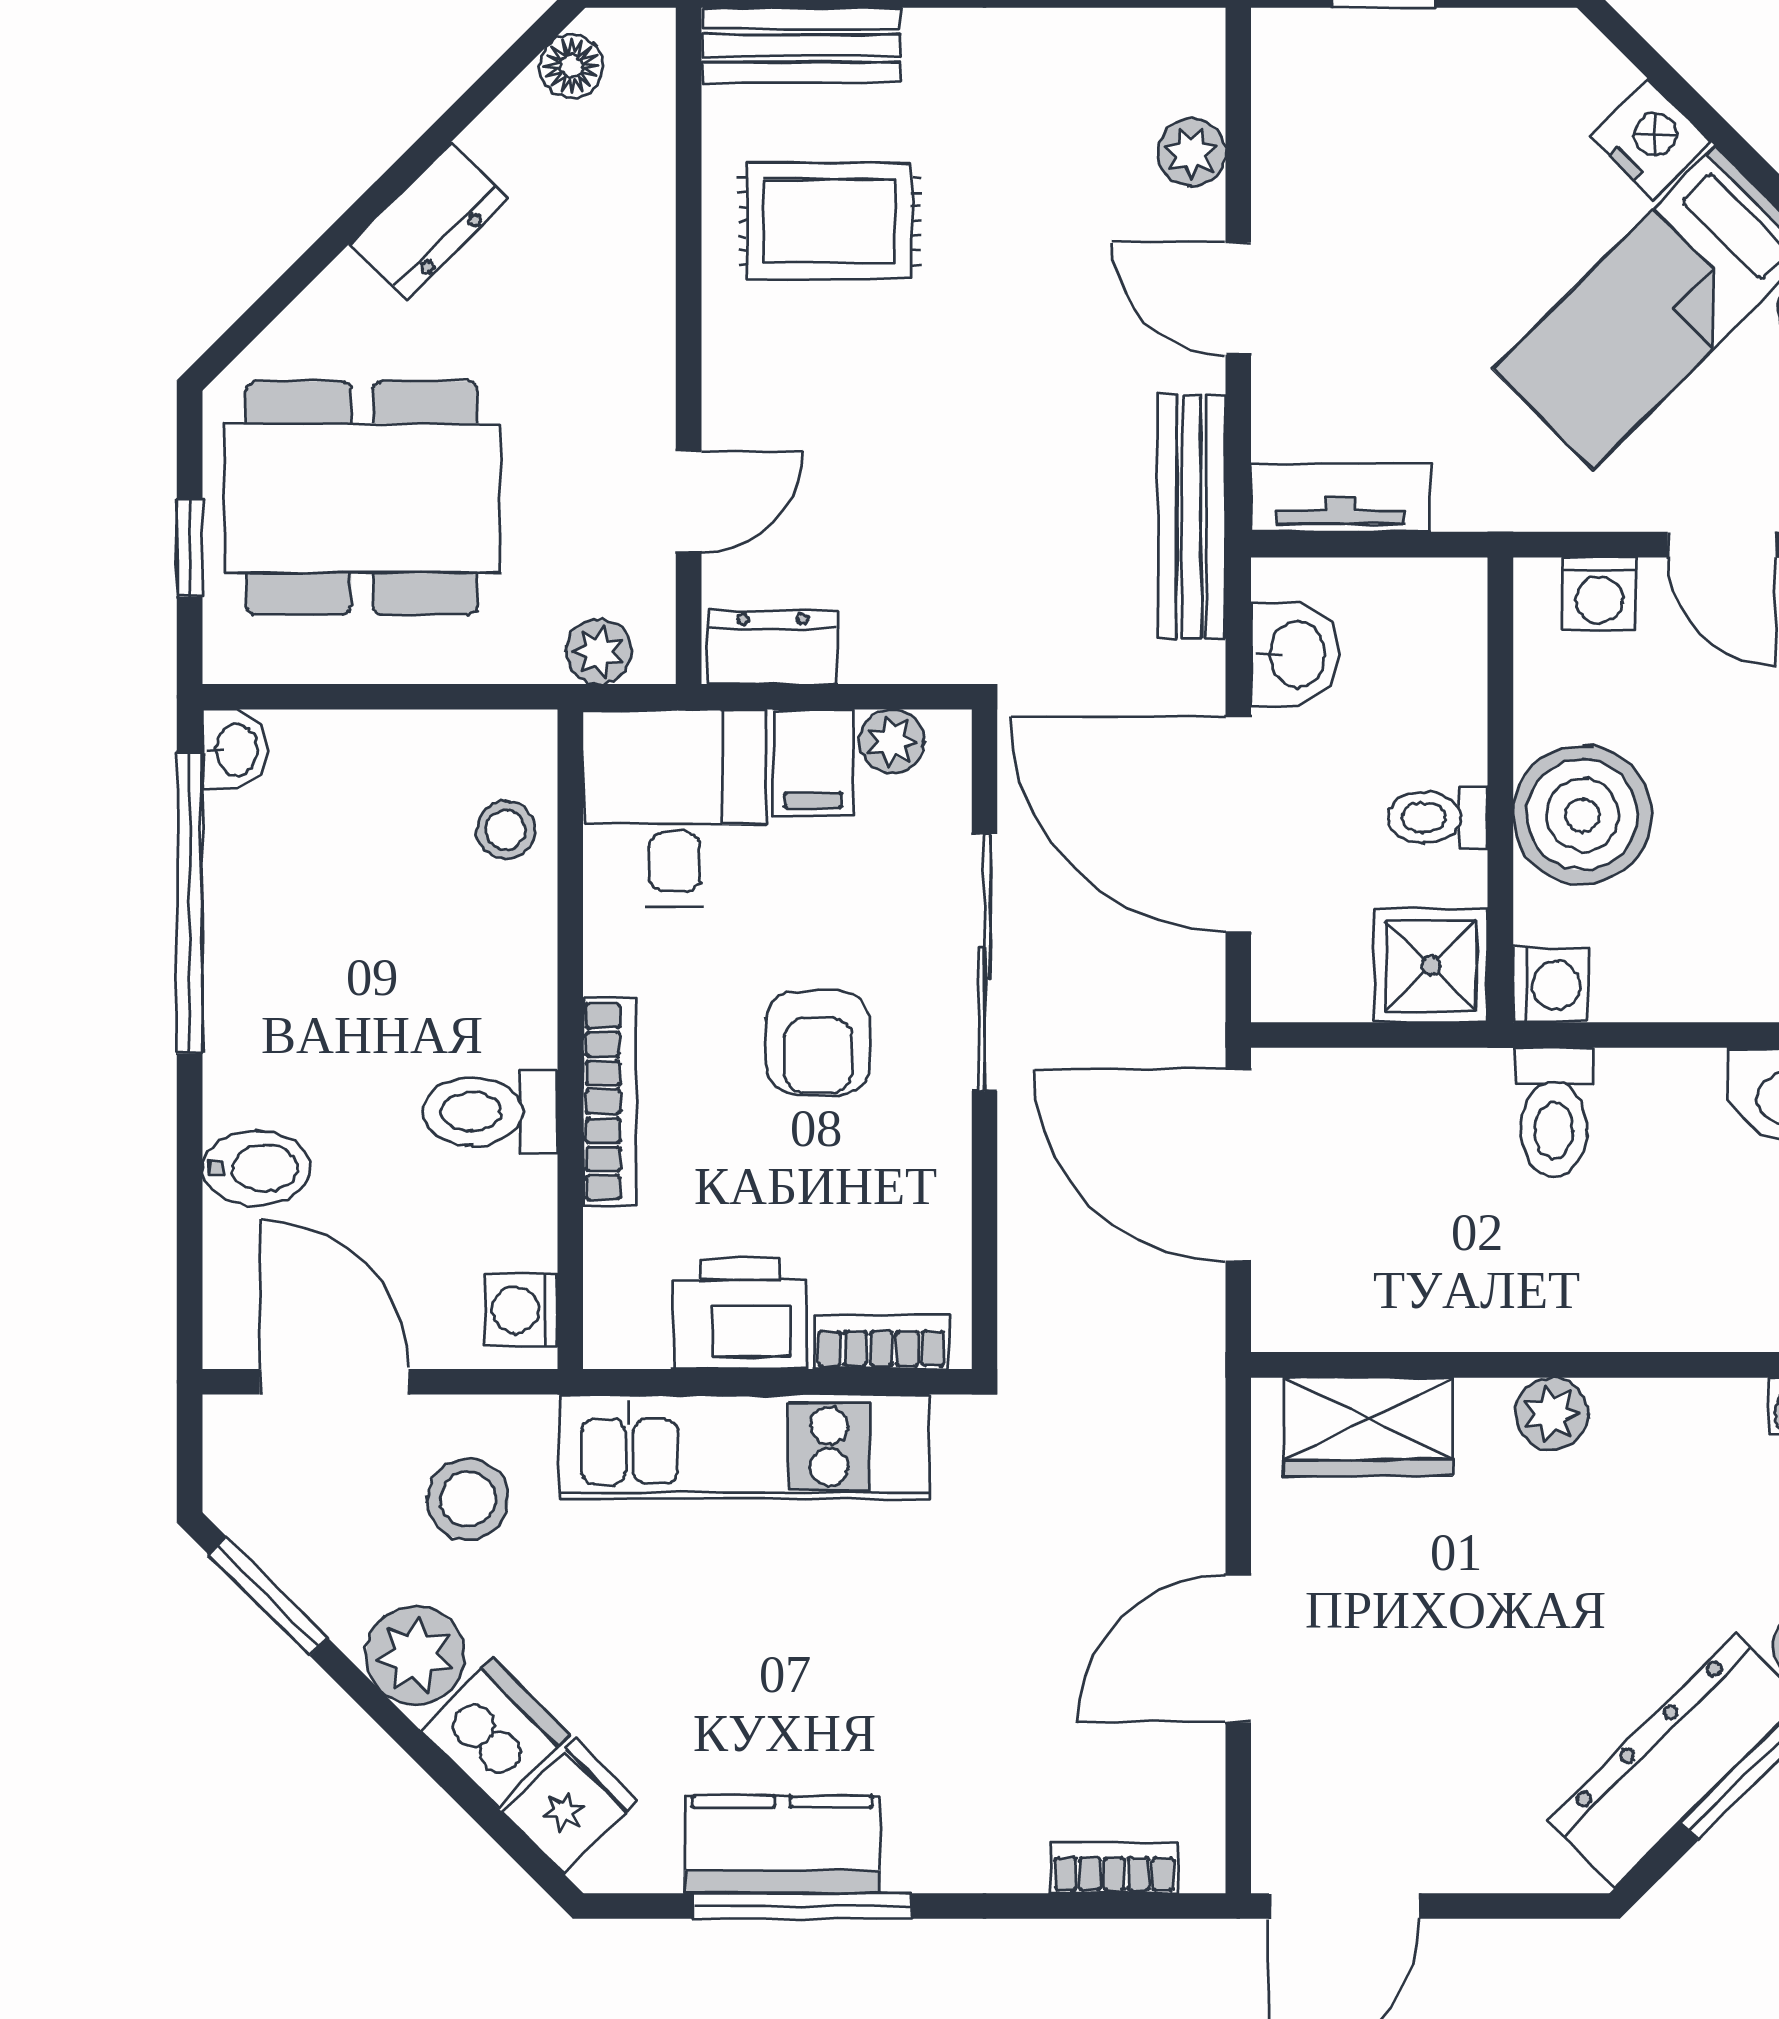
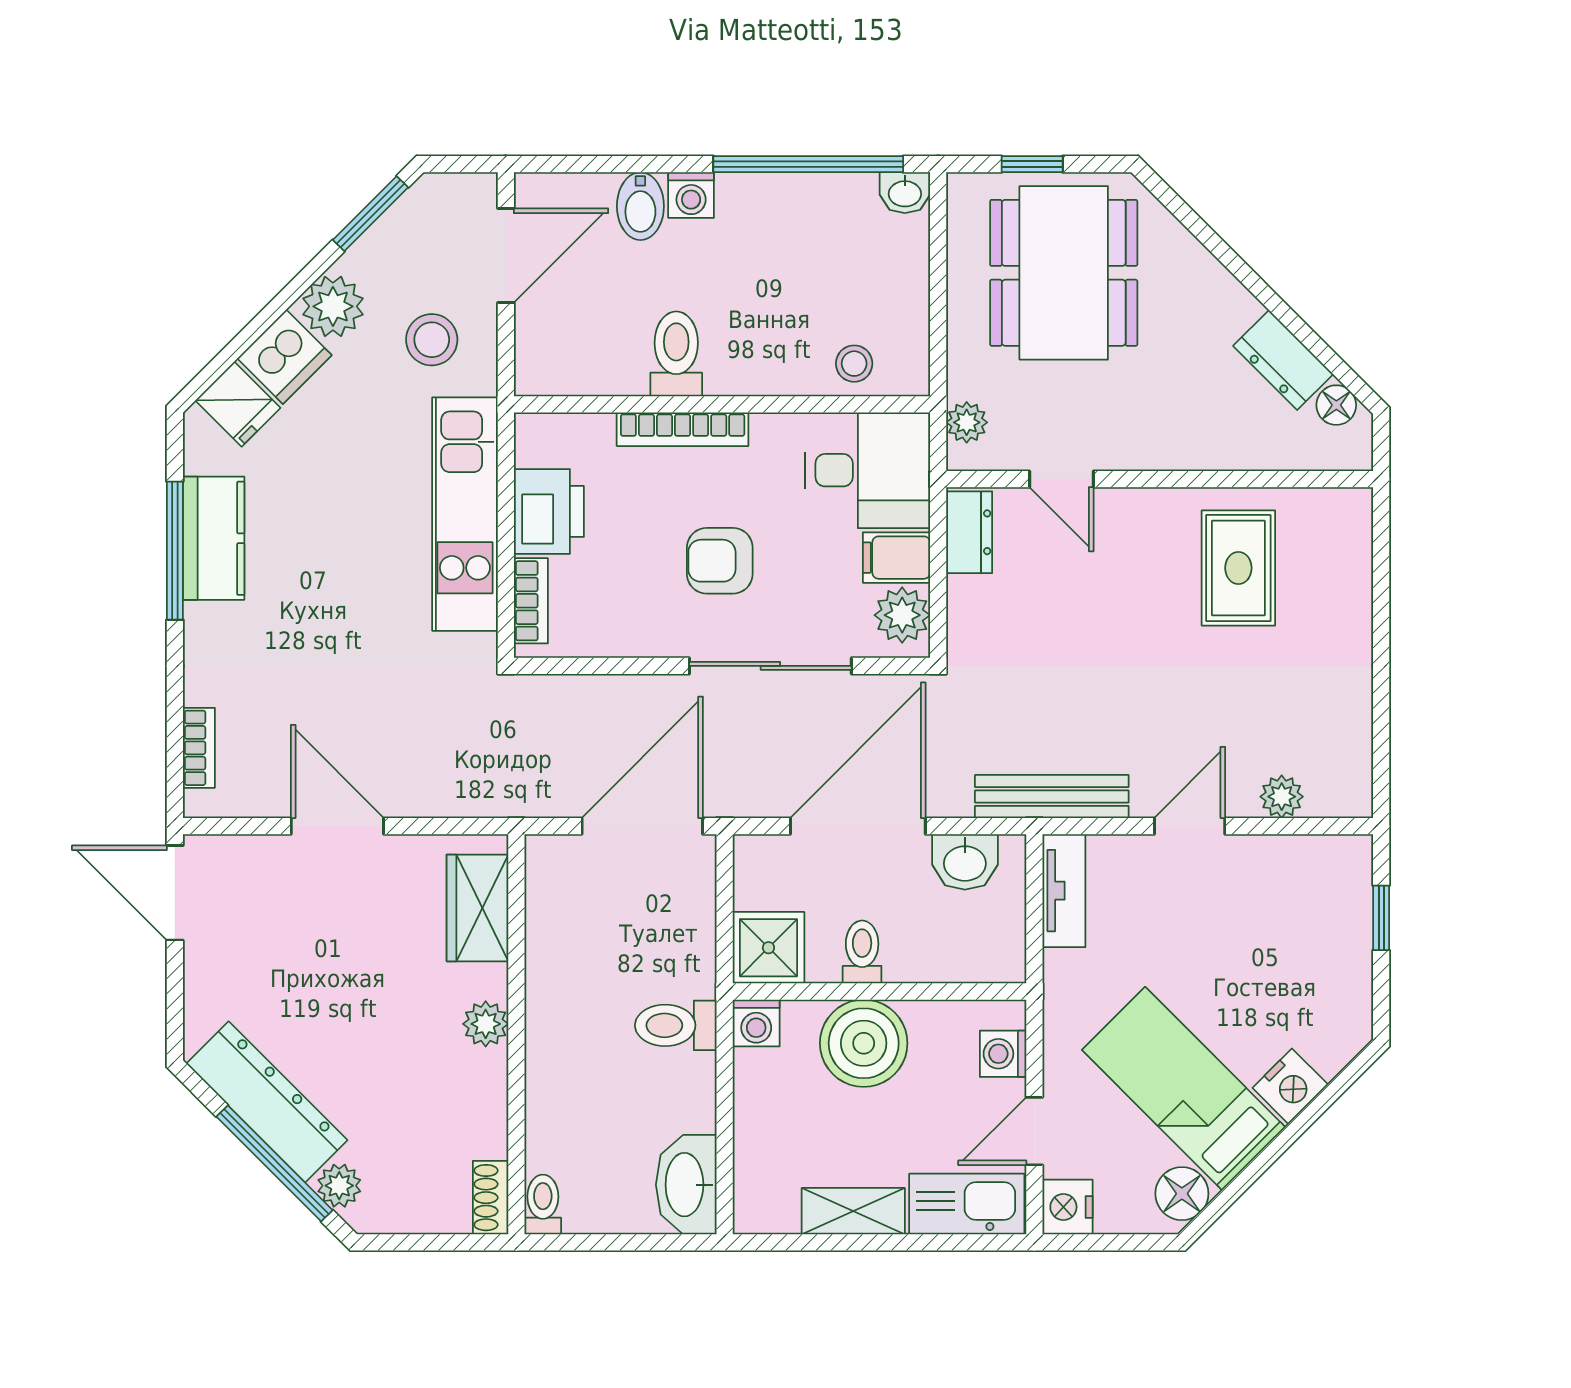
bench: (802, 45) -> (1349, 550), removed
dresser: (429, 221) -> (1283, 360), moved
plant: (892, 742) -> (902, 615), width x1.38, depth x1.38
washing machine: (521, 1310) -> (691, 195), moved, turned 180

